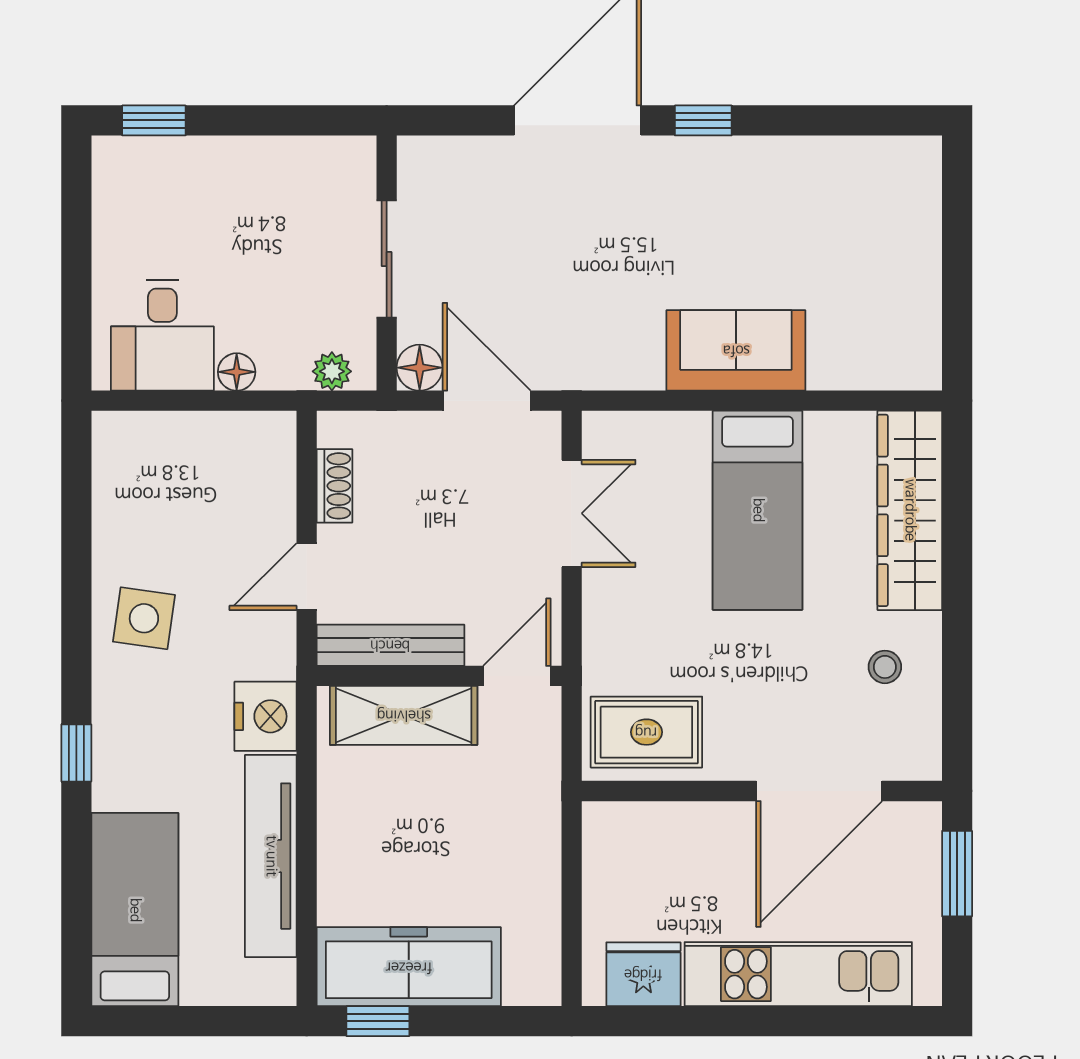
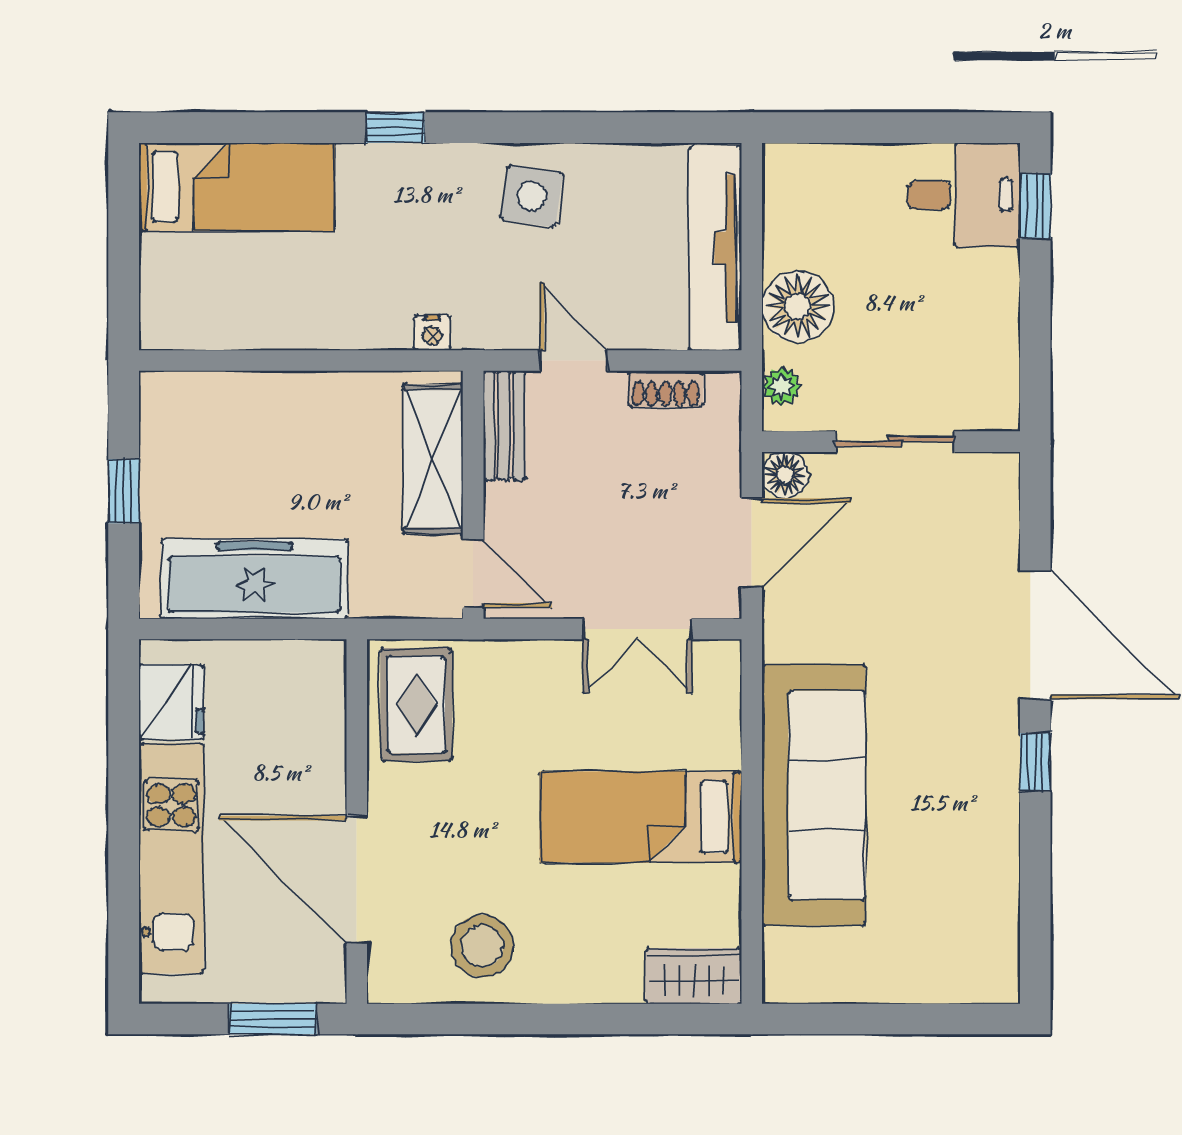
desk: (162, 335) -> (964, 195), moved, turned 180
sofa: (736, 350) -> (814, 795), width x1.85, depth x1.27
floor lamp: (237, 372) -> (798, 307), width x1.89, depth x1.89
wardrobe: (910, 510) -> (694, 976), width x0.48, depth x0.85
bench: (390, 645) -> (504, 426), width x0.73
stool: (885, 667) -> (482, 946), width x1.89, depth x1.89
nightstand: (265, 716) -> (432, 333), width x0.53, depth x0.56
tv unit: (271, 856) -> (715, 248), moved, turned -90
freezer: (409, 967) -> (255, 579), moved, turned -90
window: (378, 1021) -> (124, 491), moved

